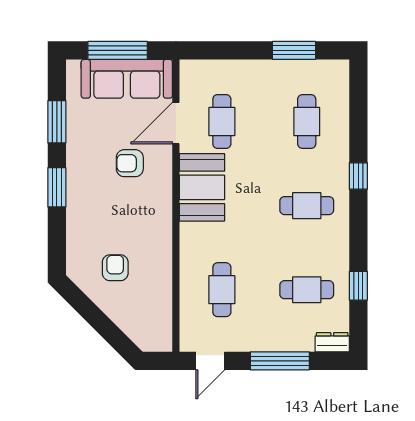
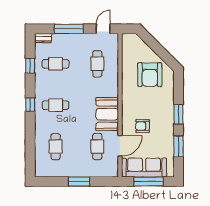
window: (294, 50) -> (79, 182), moved
armchair: (130, 163) -> (143, 126), turned 180
window: (358, 176) -> (30, 105), moved
armchair: (115, 268) -> (150, 75), width x1.88, depth x1.88

